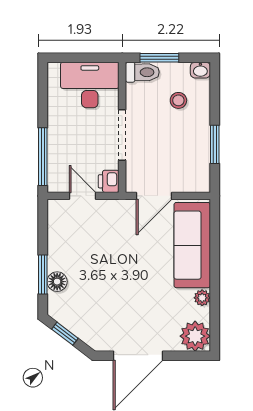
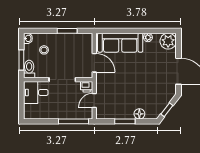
desk: (90, 85) -> (36, 92), width x0.73
window: (43, 274) -> (125, 121), moved

